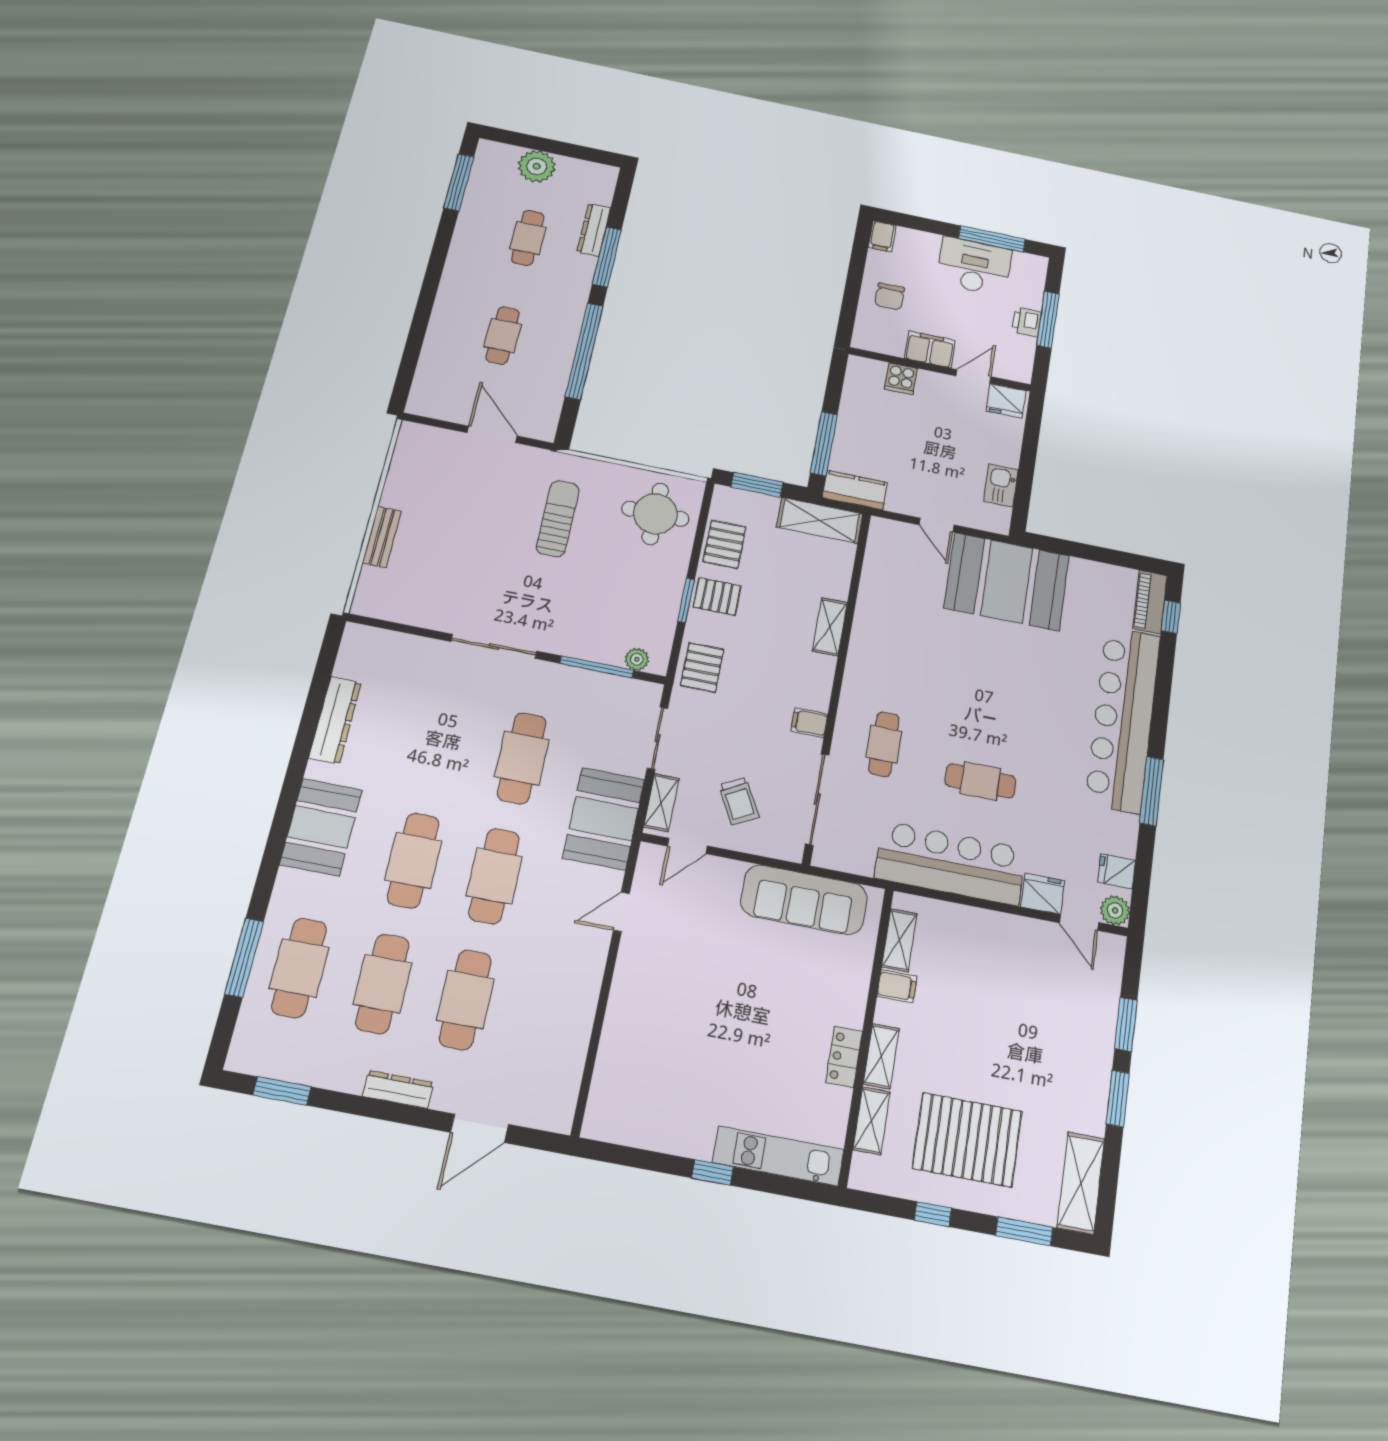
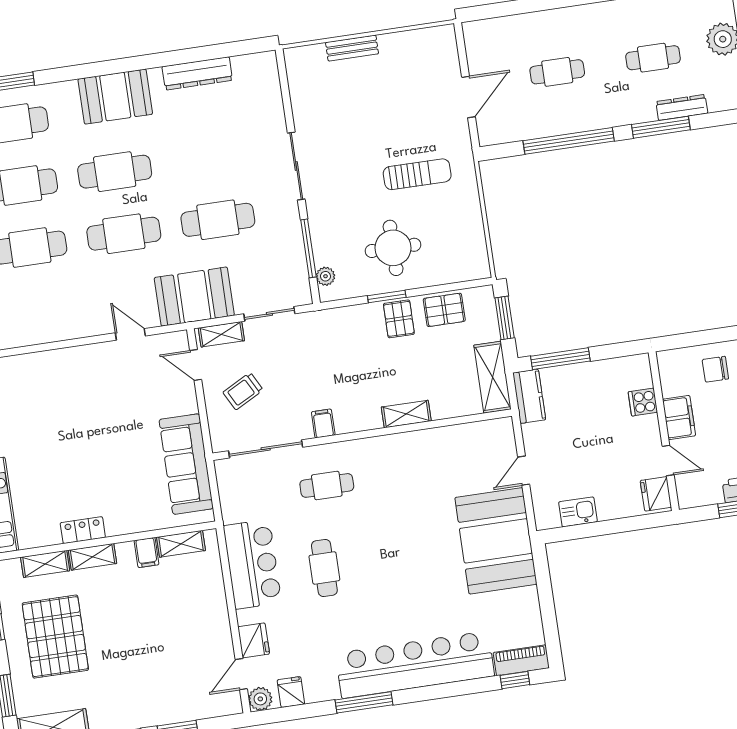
round table: (655, 514) -> (393, 248), moved
pallet: (702, 668) -> (337, 328), removed
bar counter: (950, 863) -> (252, 564), width x0.73

